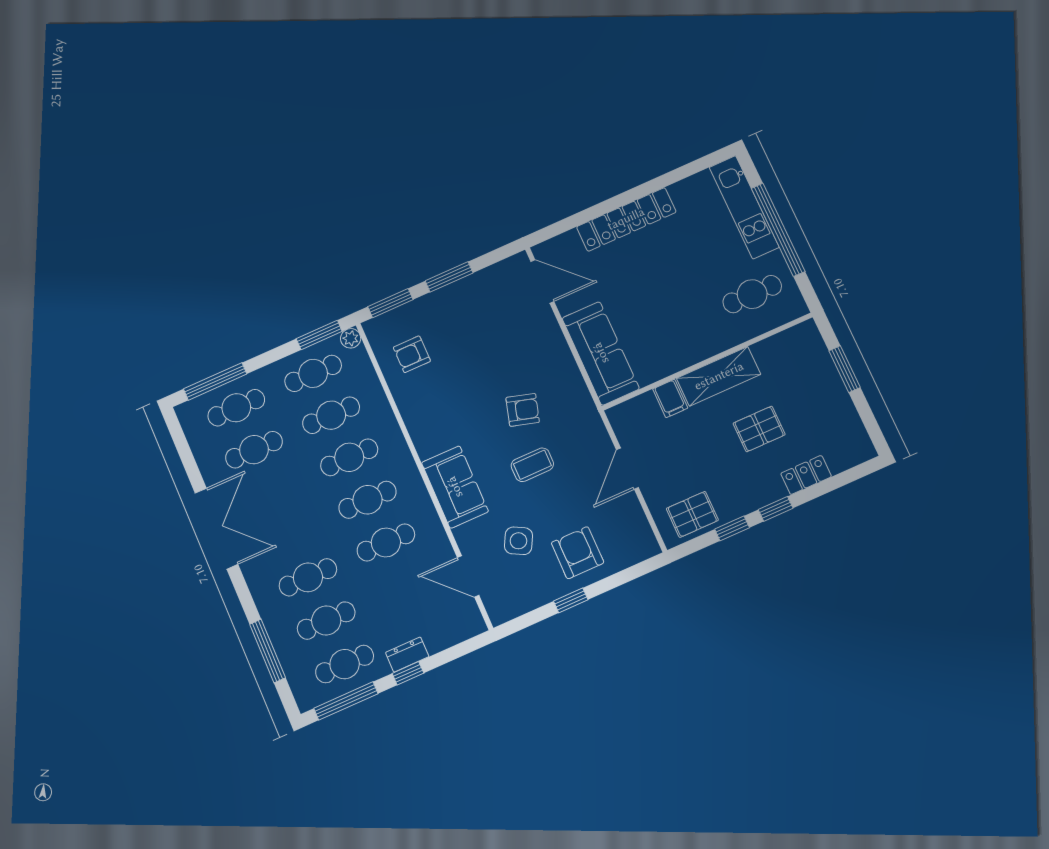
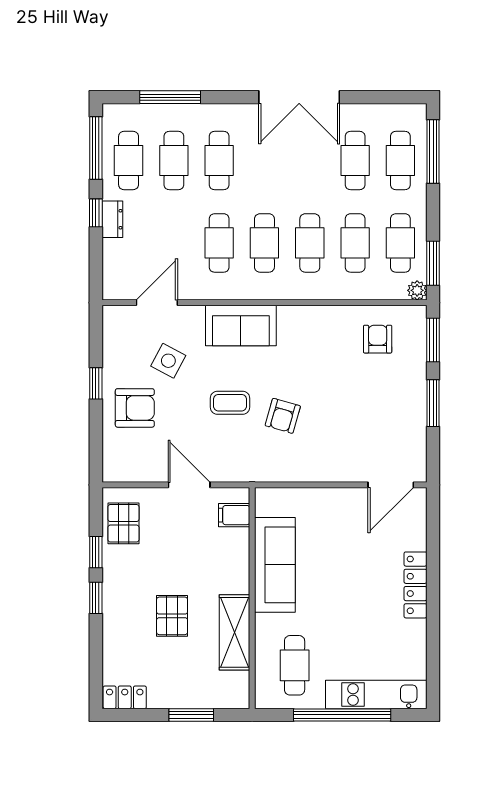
locker: (626, 219) -> (415, 585), width x0.71, depth x0.83
sofa: (601, 353) -> (275, 565), moved, turned -90
shelving: (719, 376) -> (235, 632), moved
filing cabinet: (670, 398) -> (234, 515), moved
coffee table: (532, 465) -> (230, 403), turned 90
locker: (806, 475) -> (125, 697), moved, turned -90

